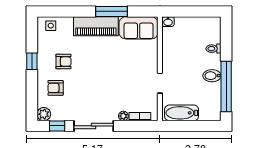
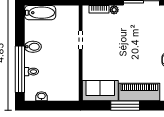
washbasin: (168, 22) -> (41, 96), moved
window: (226, 87) -> (20, 69), moved
bathtub: (182, 113) -> (40, 13), moved

